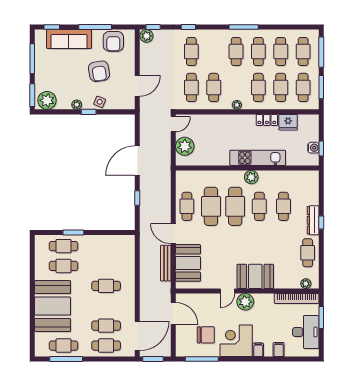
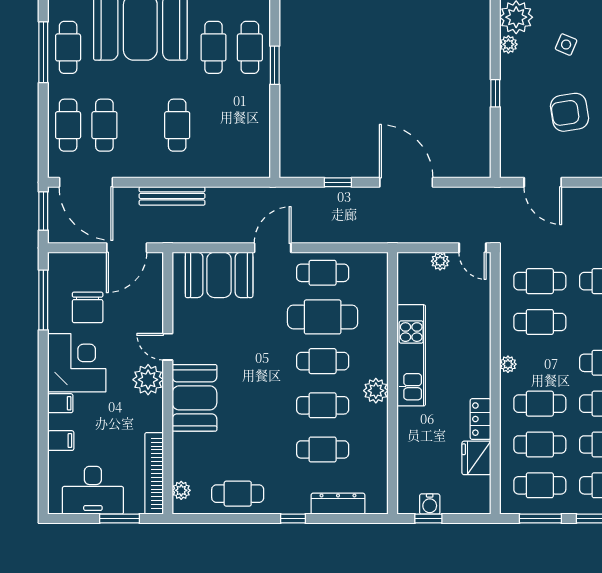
side table: (100, 102) -> (566, 45), moved
plant: (77, 105) -> (508, 44), moved
plant: (185, 146) -> (440, 261), width x0.53, depth x0.53
kitchen unit: (258, 158) -> (411, 355), moved
cafe table: (235, 206) -> (323, 361), width x0.73, depth x0.74
dresser: (313, 220) -> (338, 504), moved
bench: (166, 263) -> (172, 196), moved

